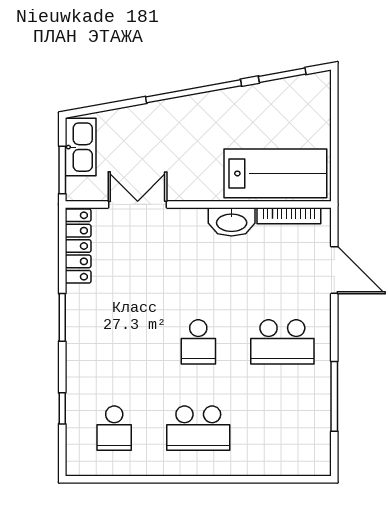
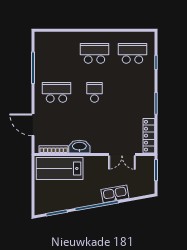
kitchen sink: (81, 147) -> (115, 194), moved, turned 80
school desk: (114, 428) -> (132, 53), width x1.85

